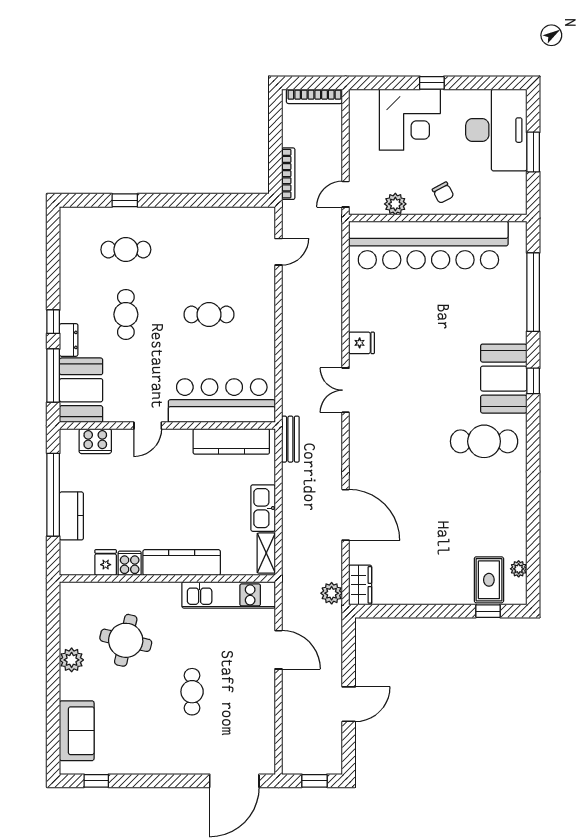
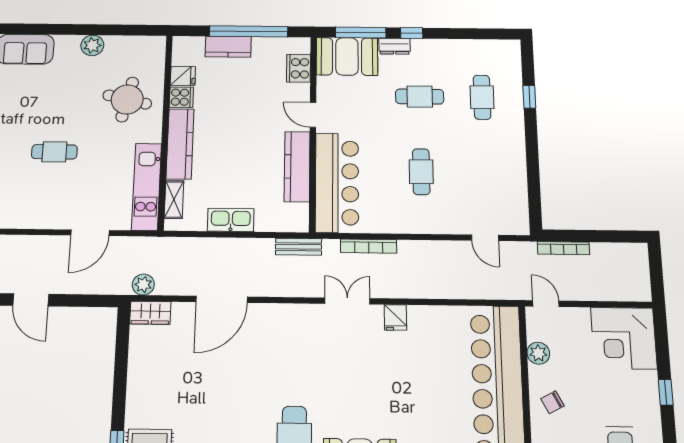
bookcase: (314, 96) -> (369, 246), moved, turned -90
corner desk: (410, 120) -> (624, 338), moved
kitchen counter: (231, 441) -> (297, 167), moved
shelving: (266, 553) -> (174, 199), moved, turned 90
round table: (126, 640) -> (127, 99), moved

